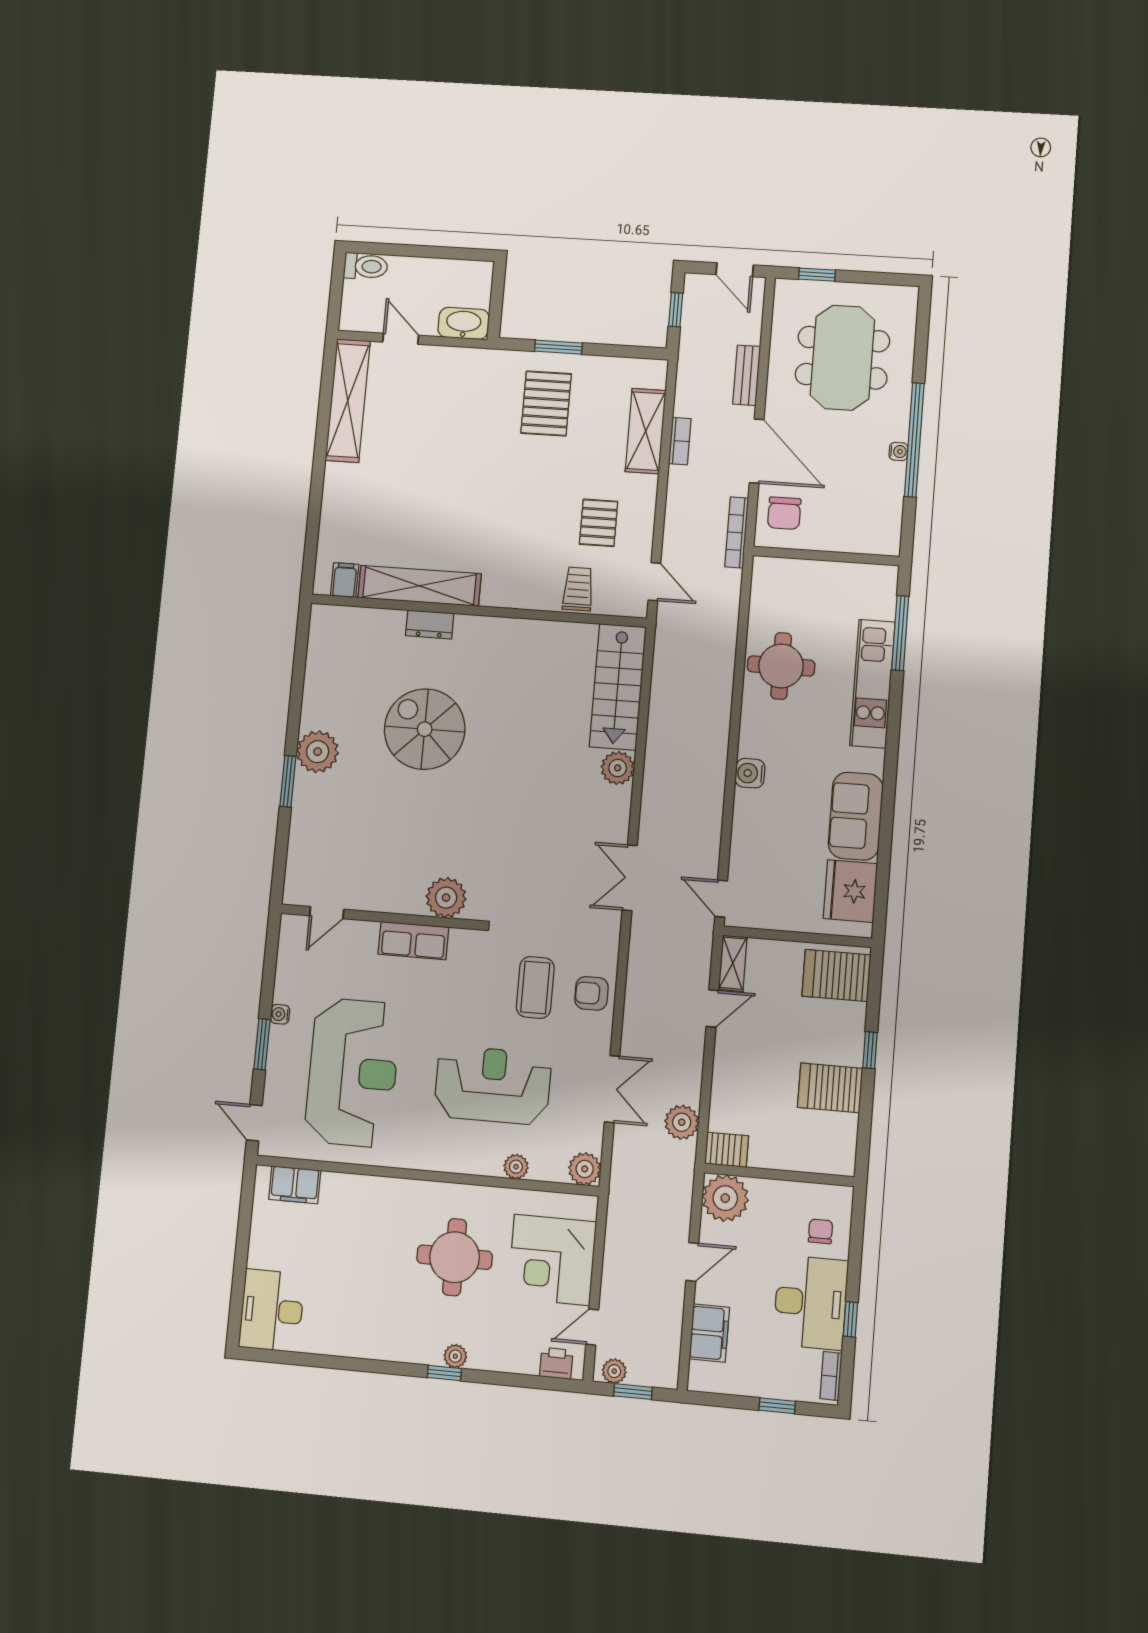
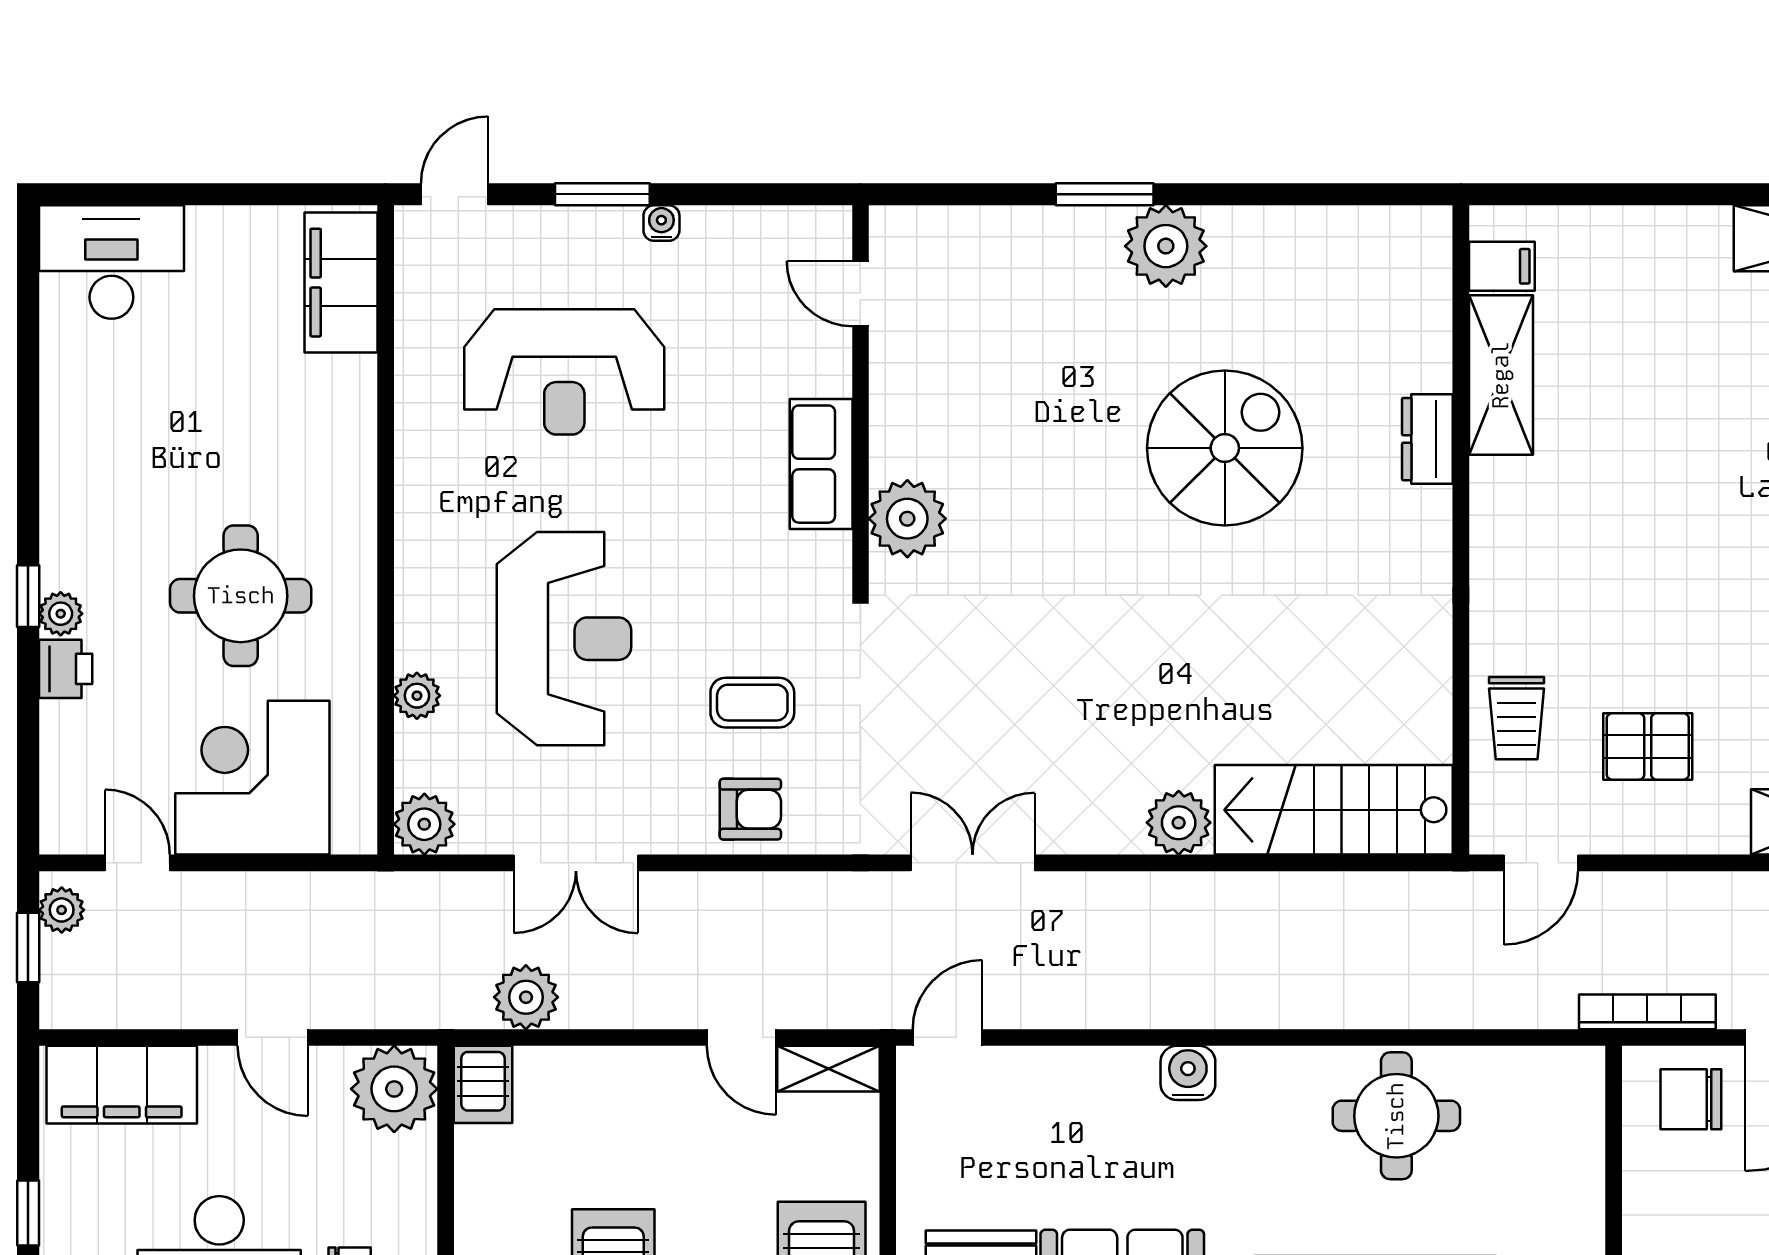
shelving: (419, 586) -> (1501, 375), width x0.68
trolley: (578, 589) -> (1517, 718), turned 90
coffee table: (535, 987) -> (752, 703), width x0.73, depth x0.77
armchair: (591, 993) -> (750, 809), turned 90
reception desk: (353, 1073) -> (564, 372), width x0.74, depth x0.77
filing cabinet: (295, 1185) -> (341, 283), width x1.50, depth x1.17
filing cabinet: (709, 1333) -> (122, 1085), width x1.50, depth x1.17
printer: (556, 1363) -> (66, 669), moved

